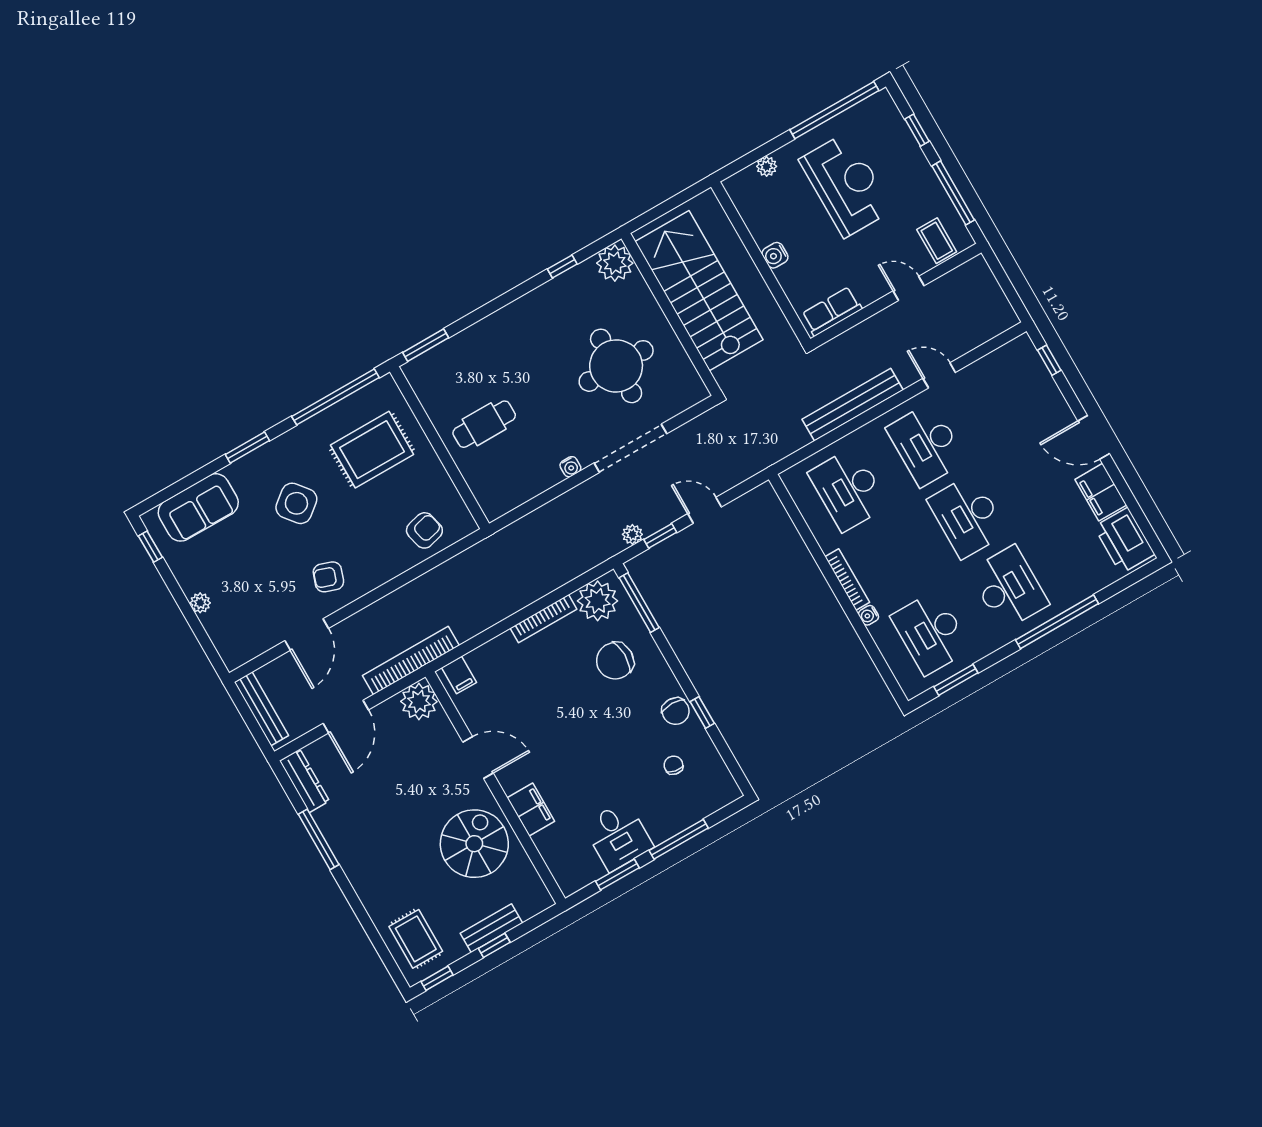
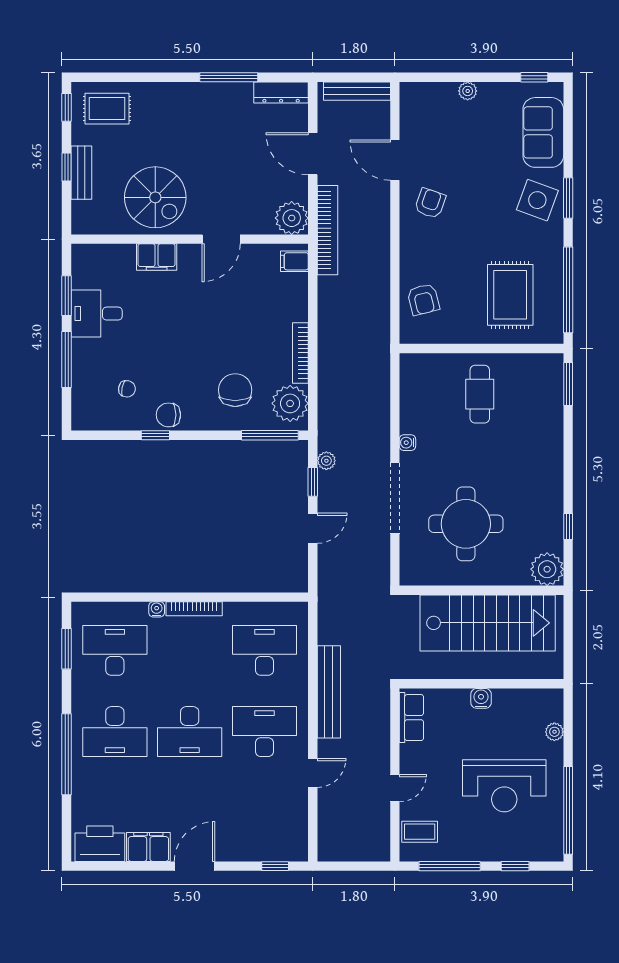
side table: (296, 503) -> (537, 200), moved, turned -31
desk: (967, 516) -> (190, 732), turned 180

